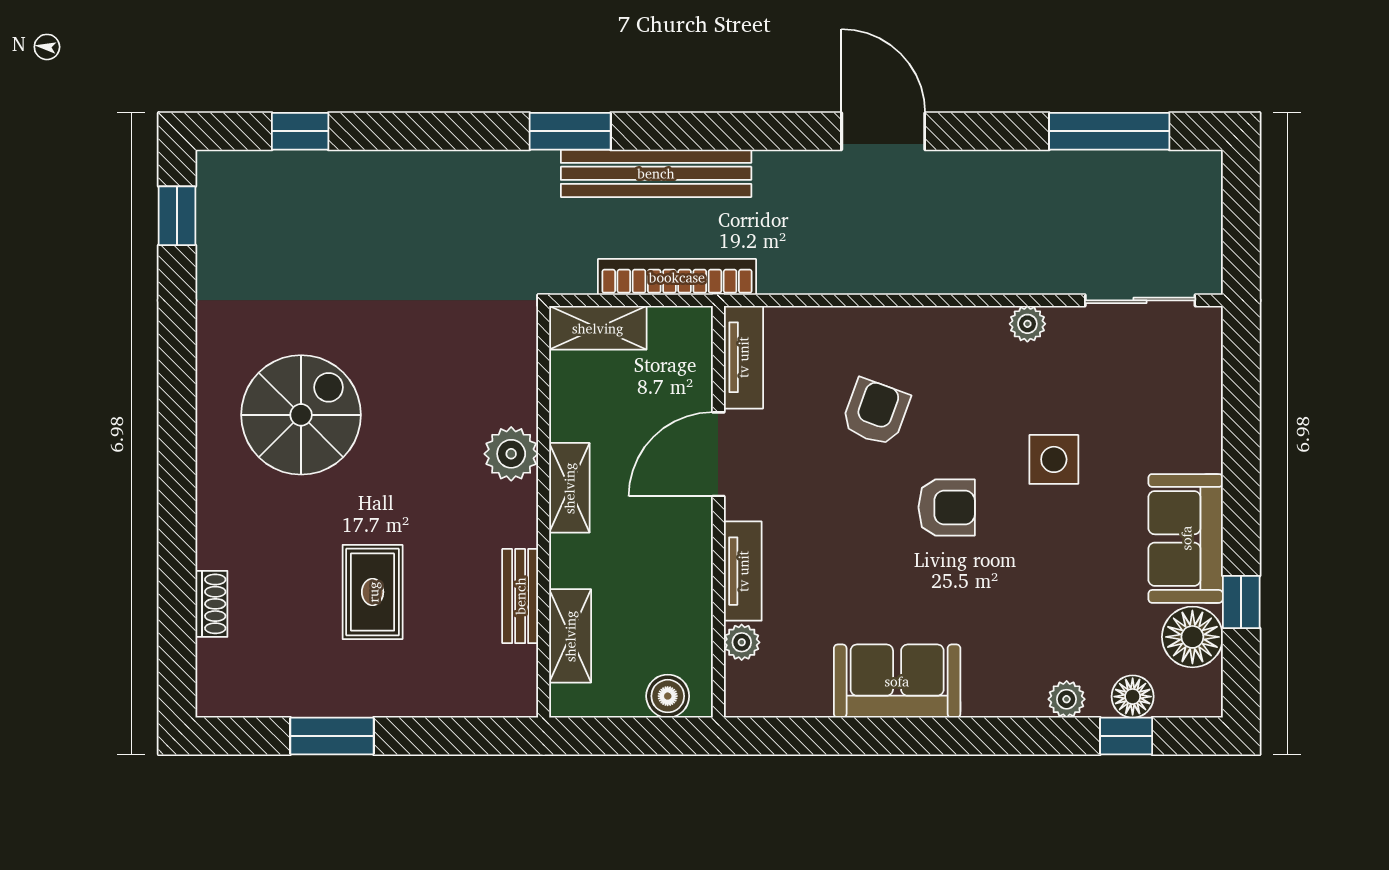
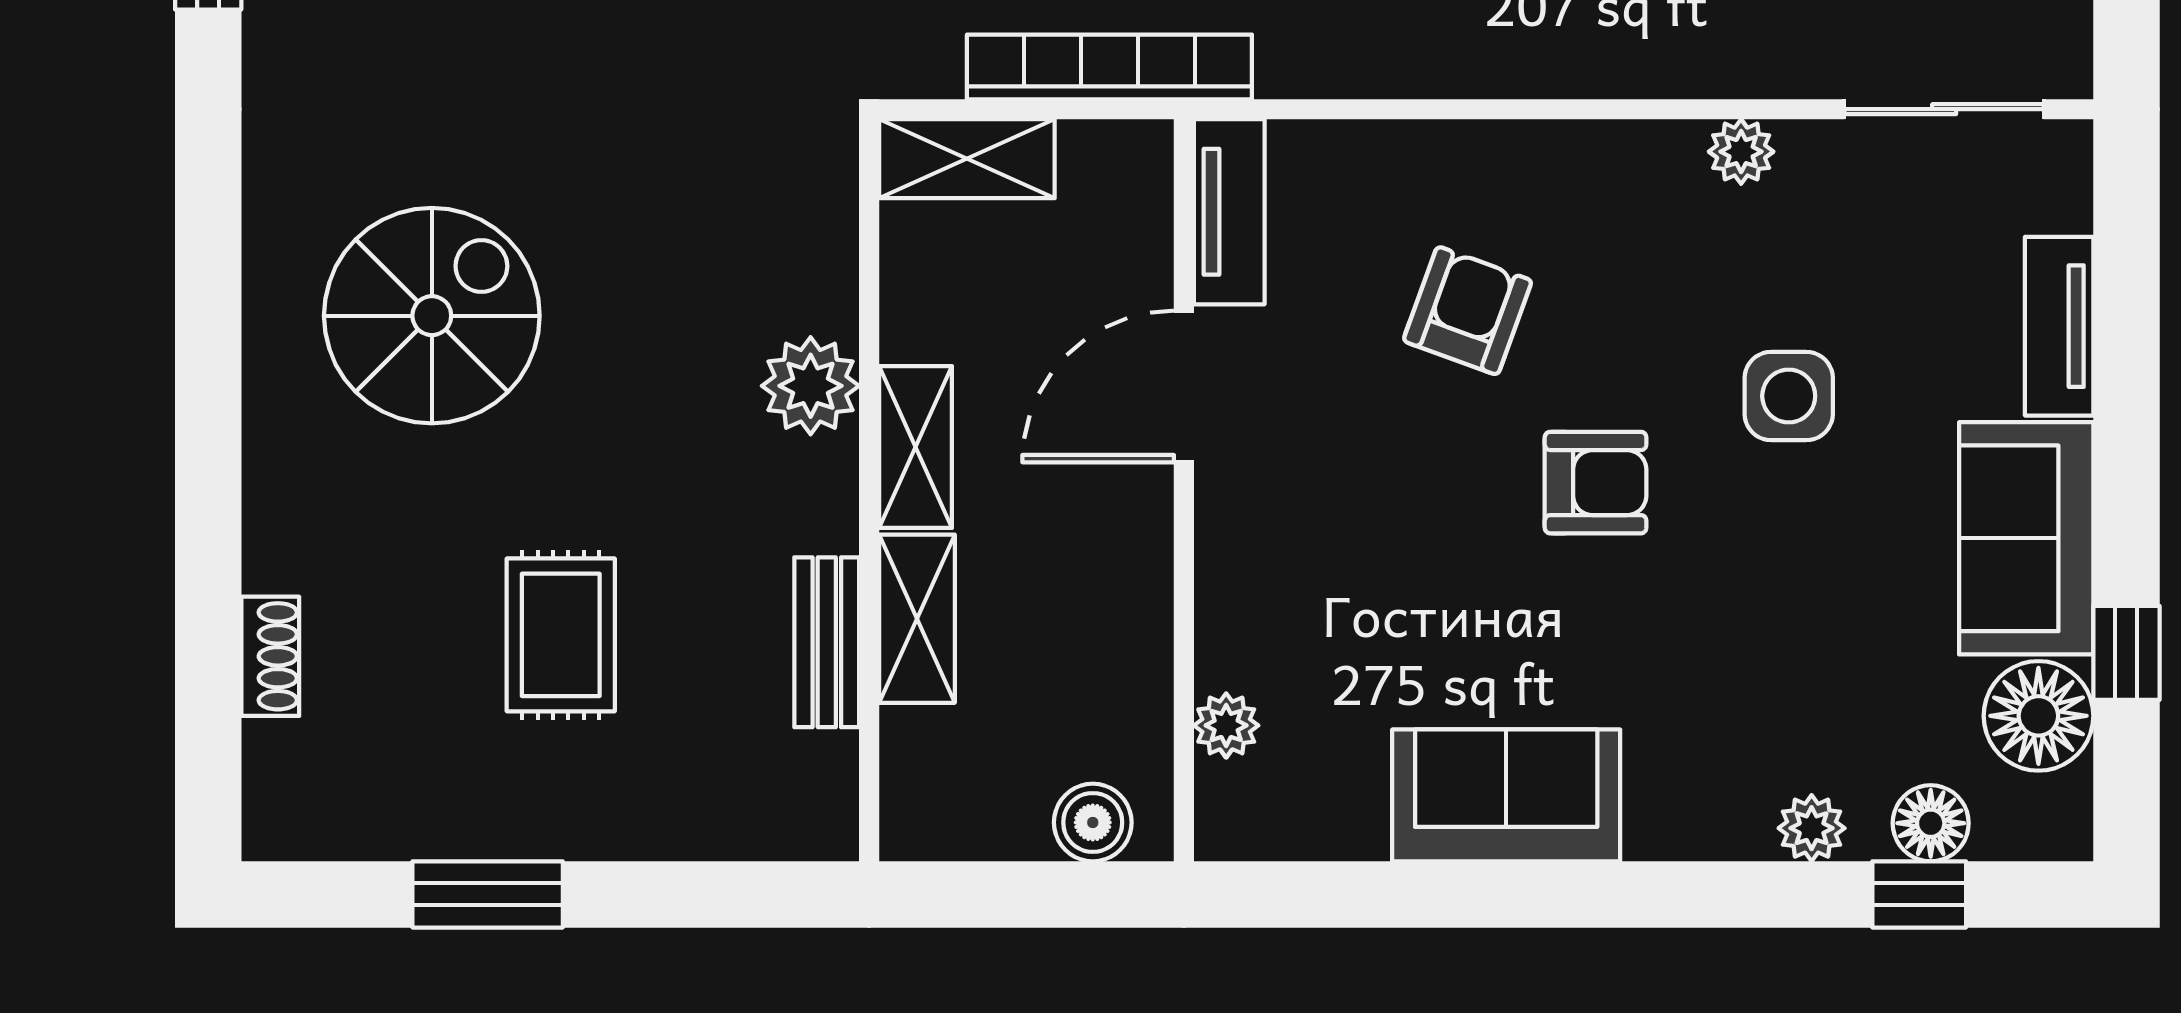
tv unit: (743, 571) -> (2059, 326), moved, turned 180
shelving: (570, 636) -> (917, 619), moved

